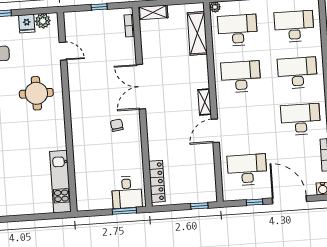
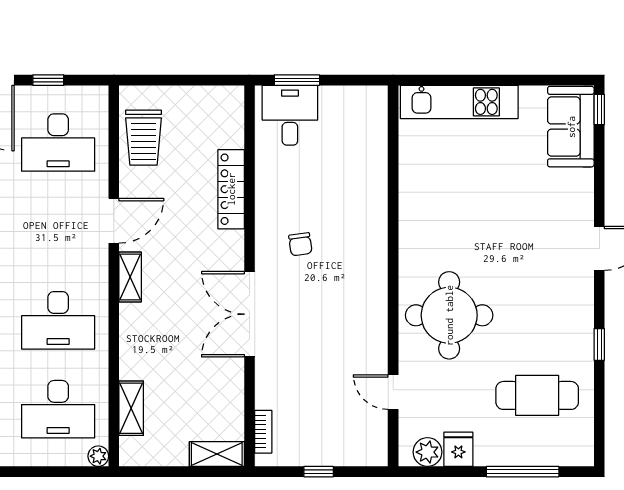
shelving: (197, 33) -> (131, 408), width x0.67, depth x0.75
double door: (141, 87) -> (249, 314), swing flipped
round table: (36, 93) -> (449, 315), width x1.36, depth x1.36
trolley: (203, 175) -> (144, 138), added
locker: (157, 181) -> (231, 189), moved
kitchen unit: (60, 182) -> (459, 102), moved, turned 90
window: (199, 206) -> (154, 80), removed

